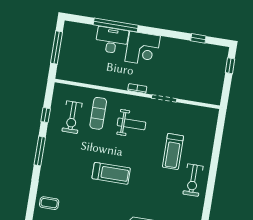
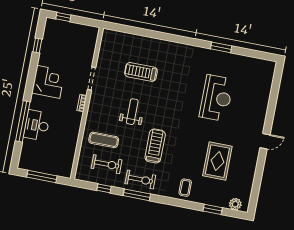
corner desk: (143, 49) -> (48, 82), moved
weight bench: (131, 124) -> (132, 112), moved
treadmill: (173, 151) -> (141, 72), turned 180
treadmill: (111, 173) -> (155, 146), moved
exercise bike: (193, 180) -> (140, 179), moved

